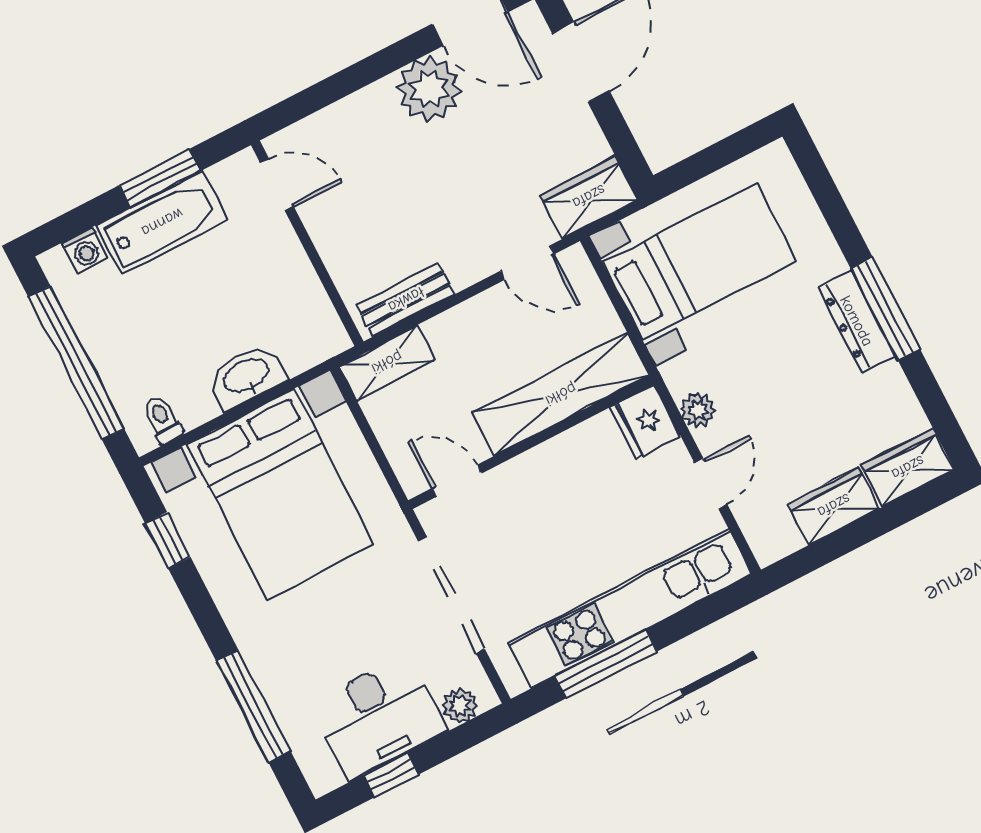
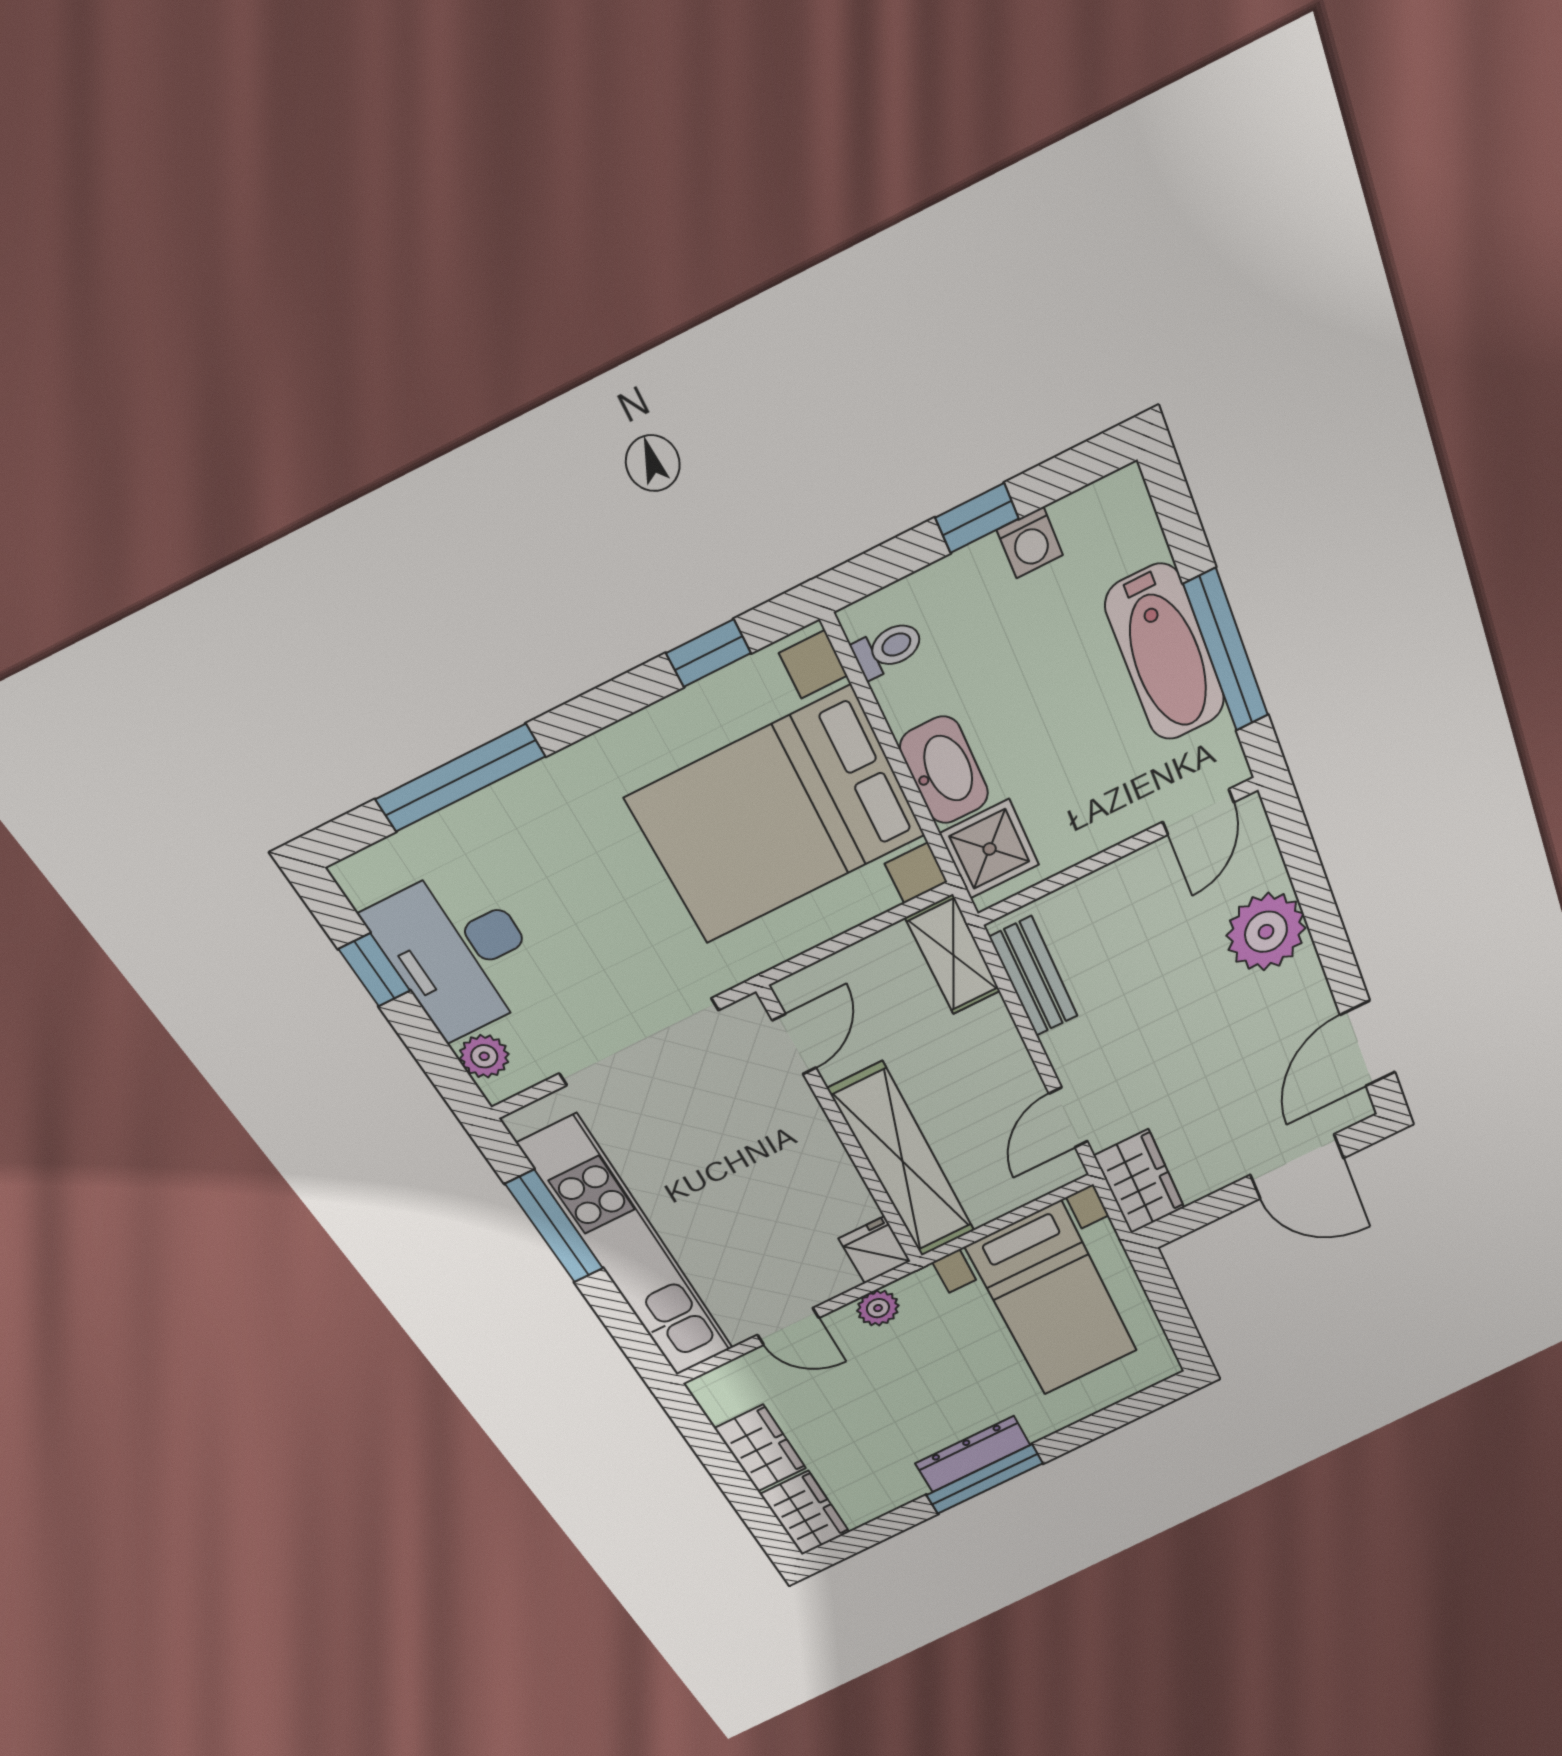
plant: (429, 89) -> (1266, 932), moved
window: (160, 178) -> (1226, 651), width x1.44
washing machine: (85, 250) -> (1030, 543), moved, turned -90
shower: (305, 340) -> (990, 849), added
window: (76, 363) -> (977, 518), width x0.32
fridge: (645, 421) -> (875, 1250), width x0.72

